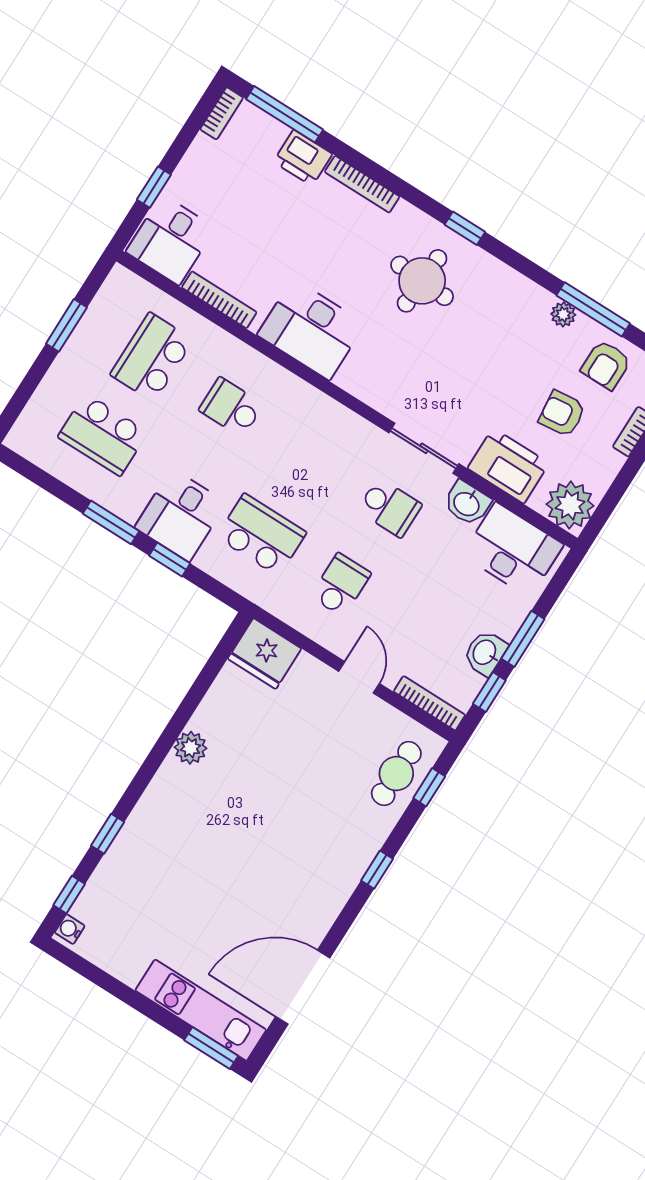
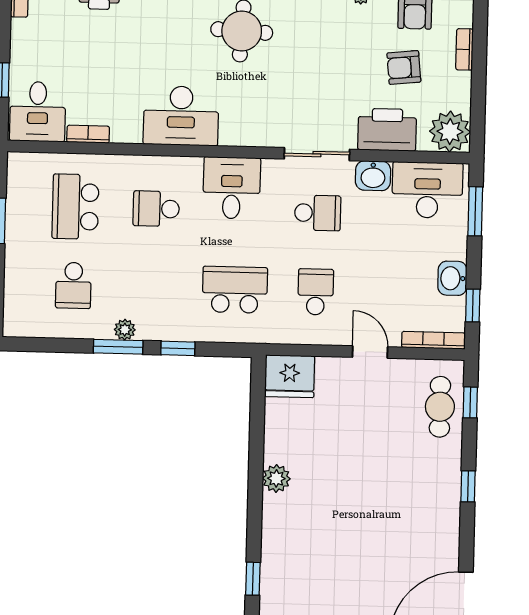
bookcase: (219, 300) -> (88, 134), width x0.64
school desk: (103, 435) -> (73, 285), width x0.54
plant: (128, 509) -> (125, 330), added
desk: (181, 515) -> (232, 188), moved, turned 180
window: (523, 639) -> (475, 211), moved

